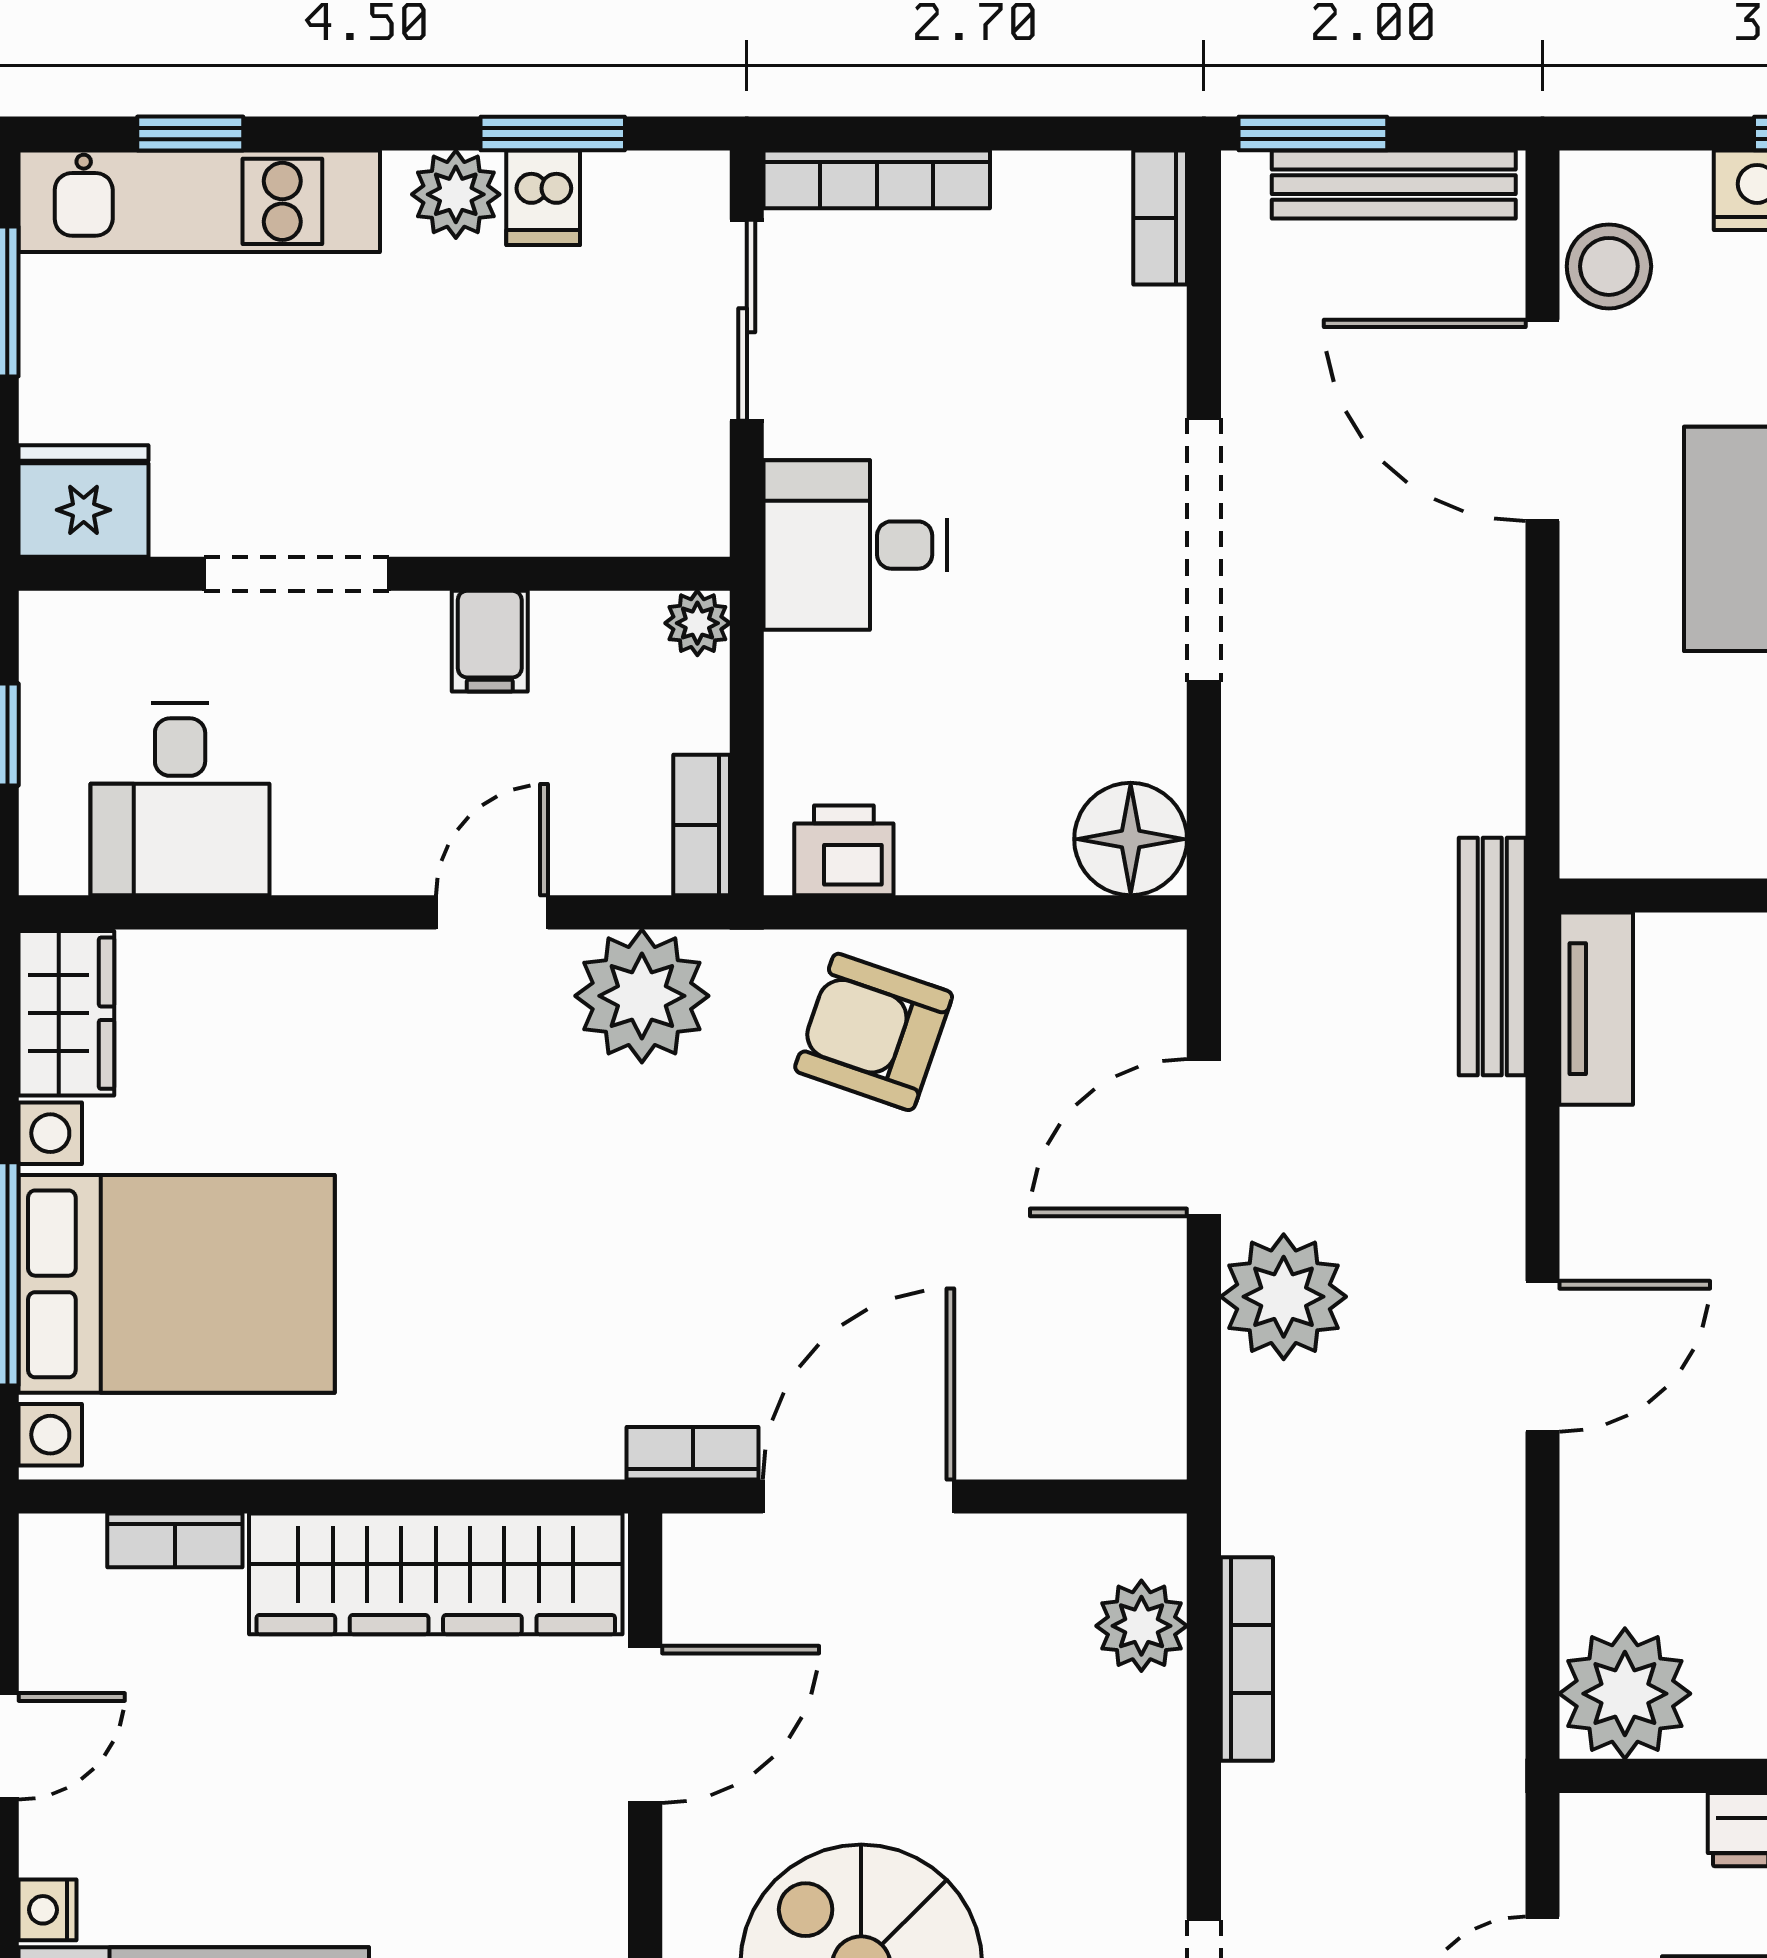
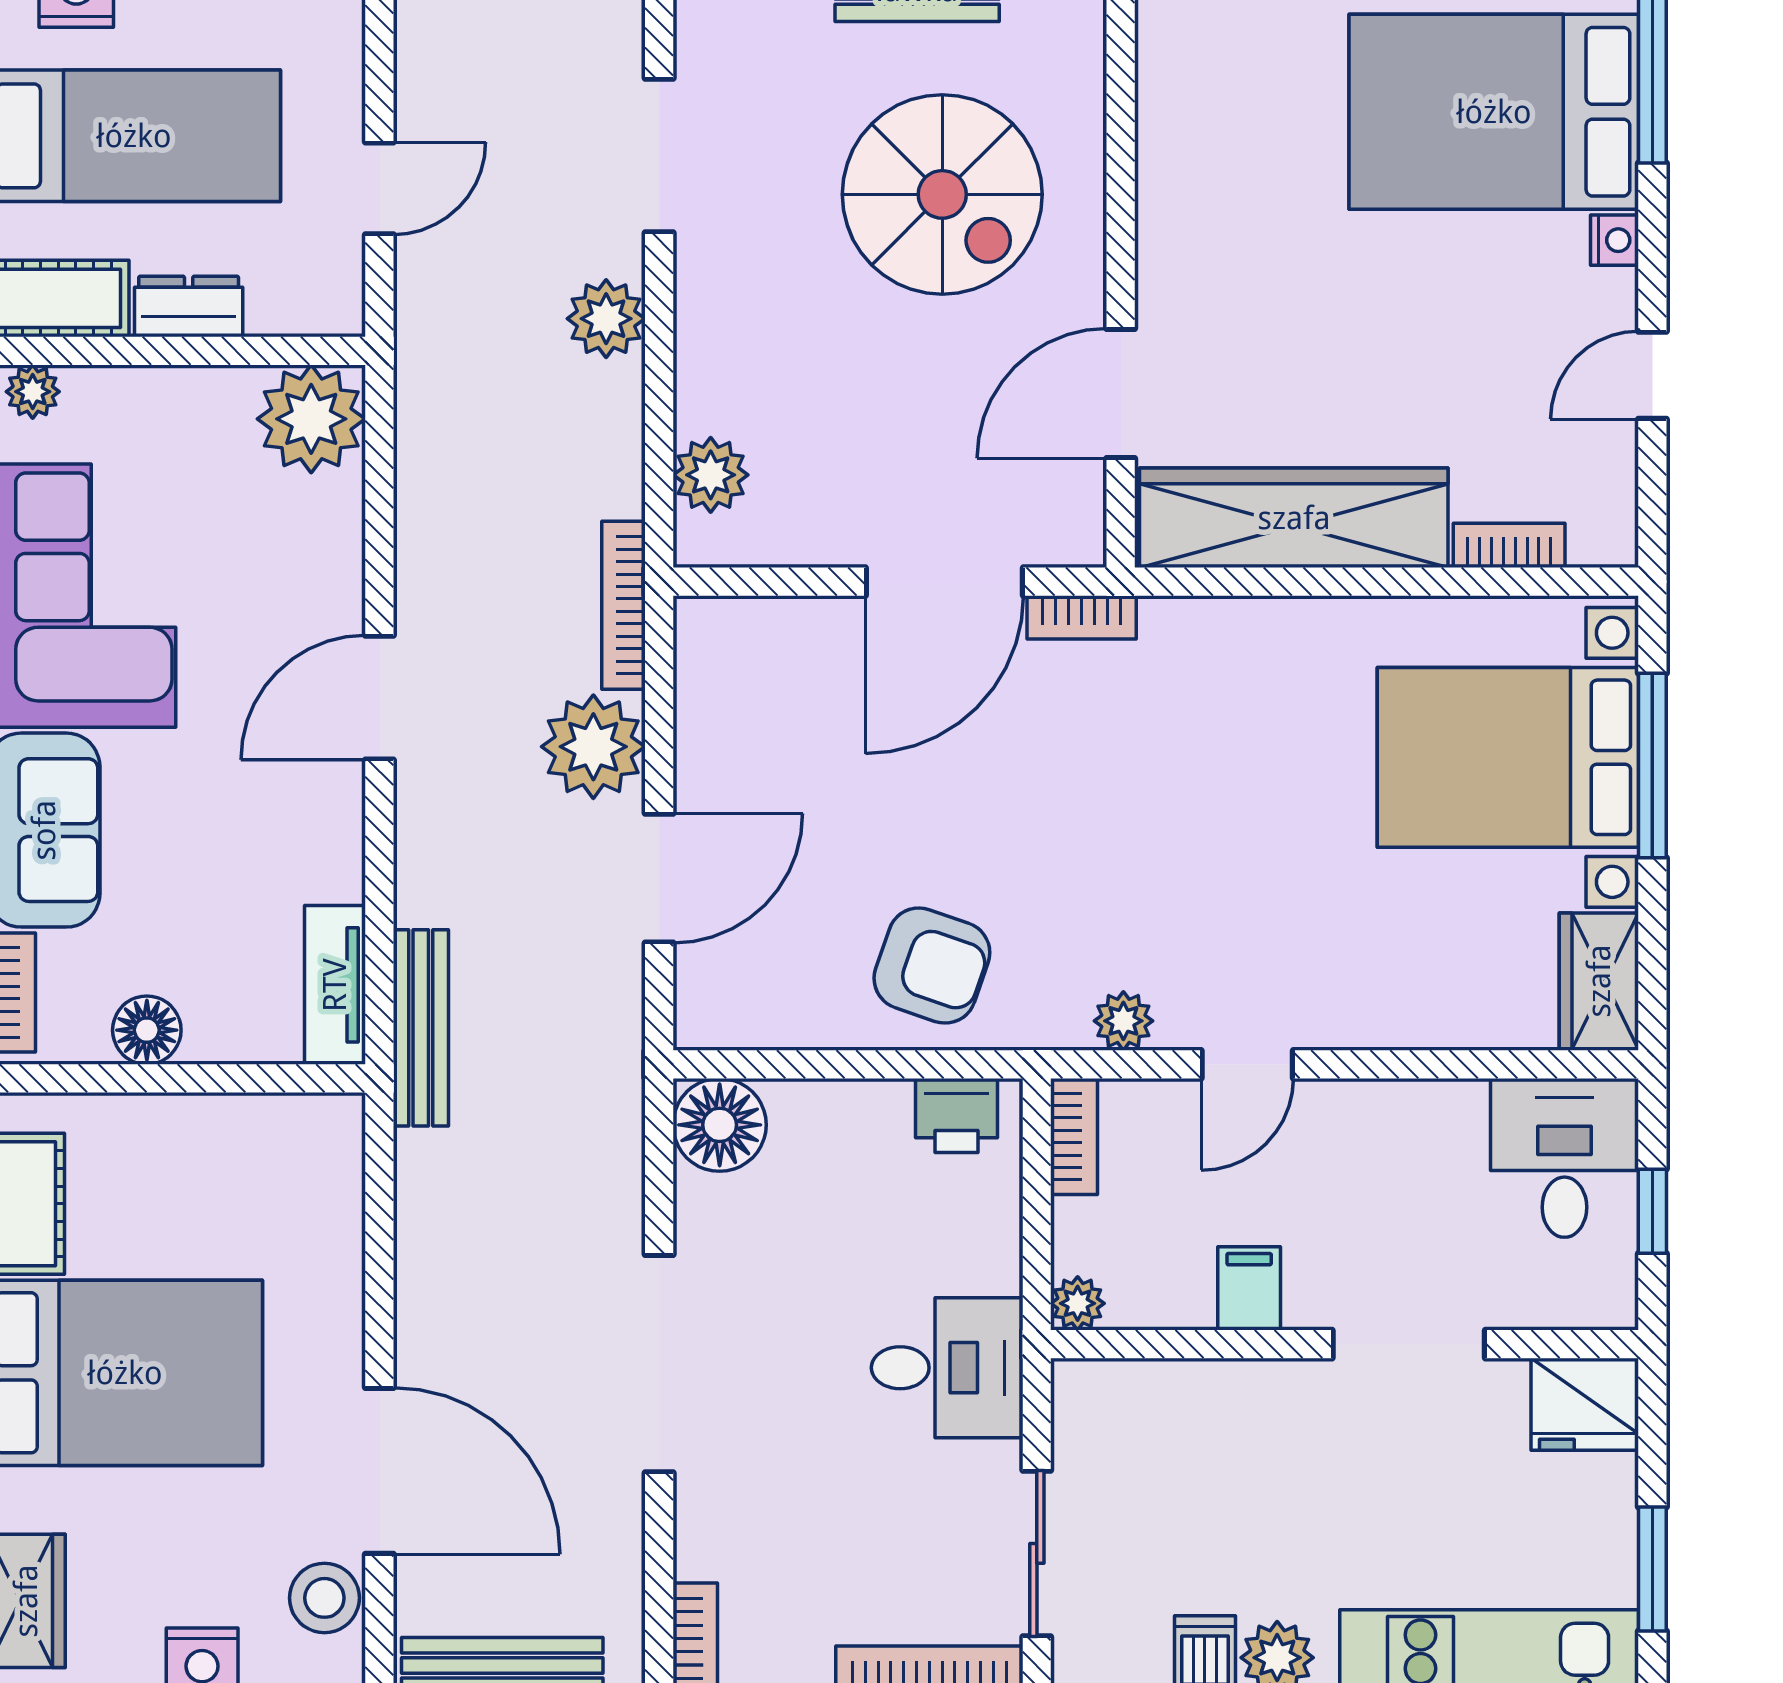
desk: (180, 799) -> (1564, 1158), moved
plant: (642, 996) -> (1123, 1021), width x0.53, depth x0.53
bookcase: (1247, 1659) -> (624, 605), moved
plant: (1268, 1815) -> (606, 319), added

